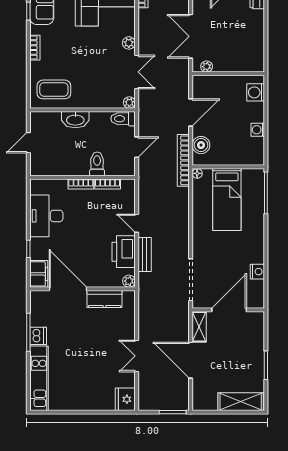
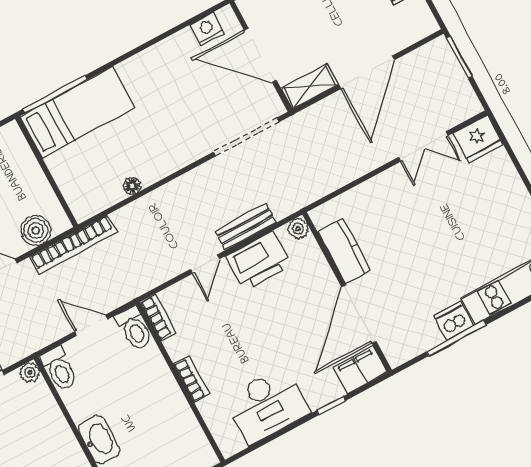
toilet: (97, 164) -> (134, 328), moved, turned -90
floor lamp: (197, 173) -> (132, 186), moved
bookcase: (108, 184) -> (158, 317), moved
bed: (227, 199) -> (77, 112), moved
nightstand: (257, 272) -> (207, 29), moved
double door: (137, 356) -> (423, 146), moved

